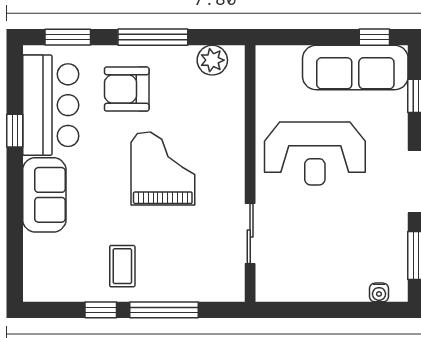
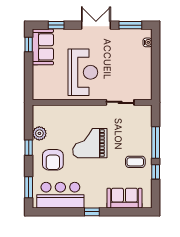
window: (153, 37) -> (29, 148), width x0.46
plant: (212, 60) -> (39, 133), moved
sofa: (355, 68) -> (43, 47), width x0.73
window: (15, 131) -> (92, 212), moved
sofa: (44, 195) -> (124, 198), moved

